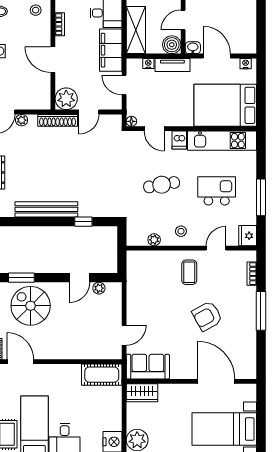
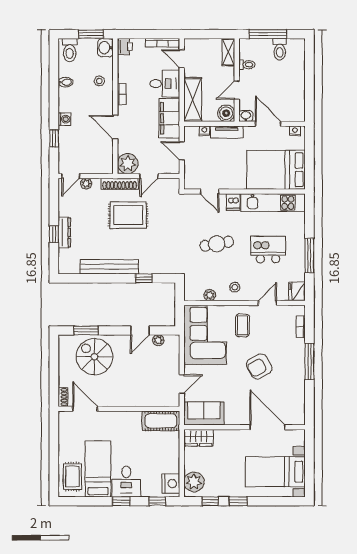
floor lamp: (131, 121) -> (189, 185), removed
rug: (67, 154) -> (128, 215), added
corner sofa: (149, 282) -> (205, 335), added

